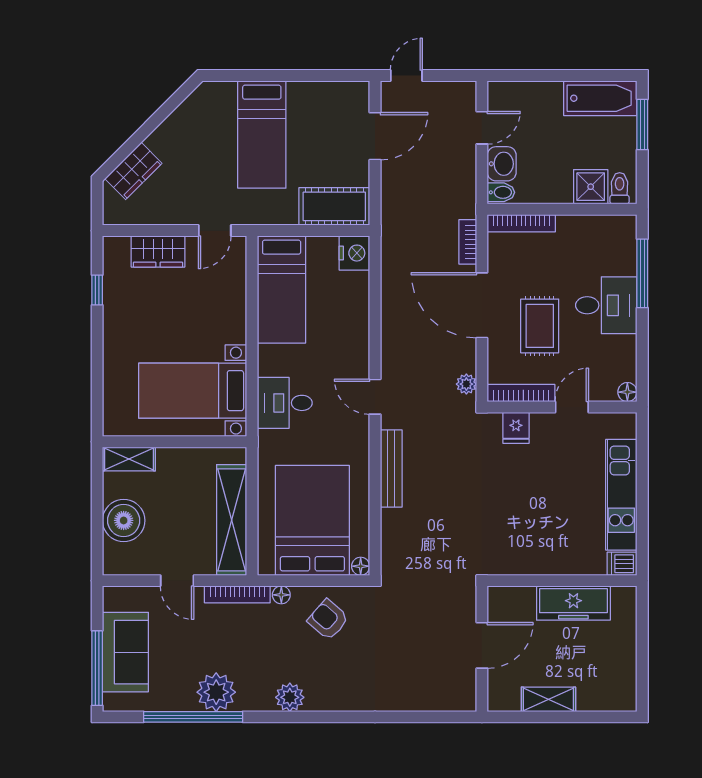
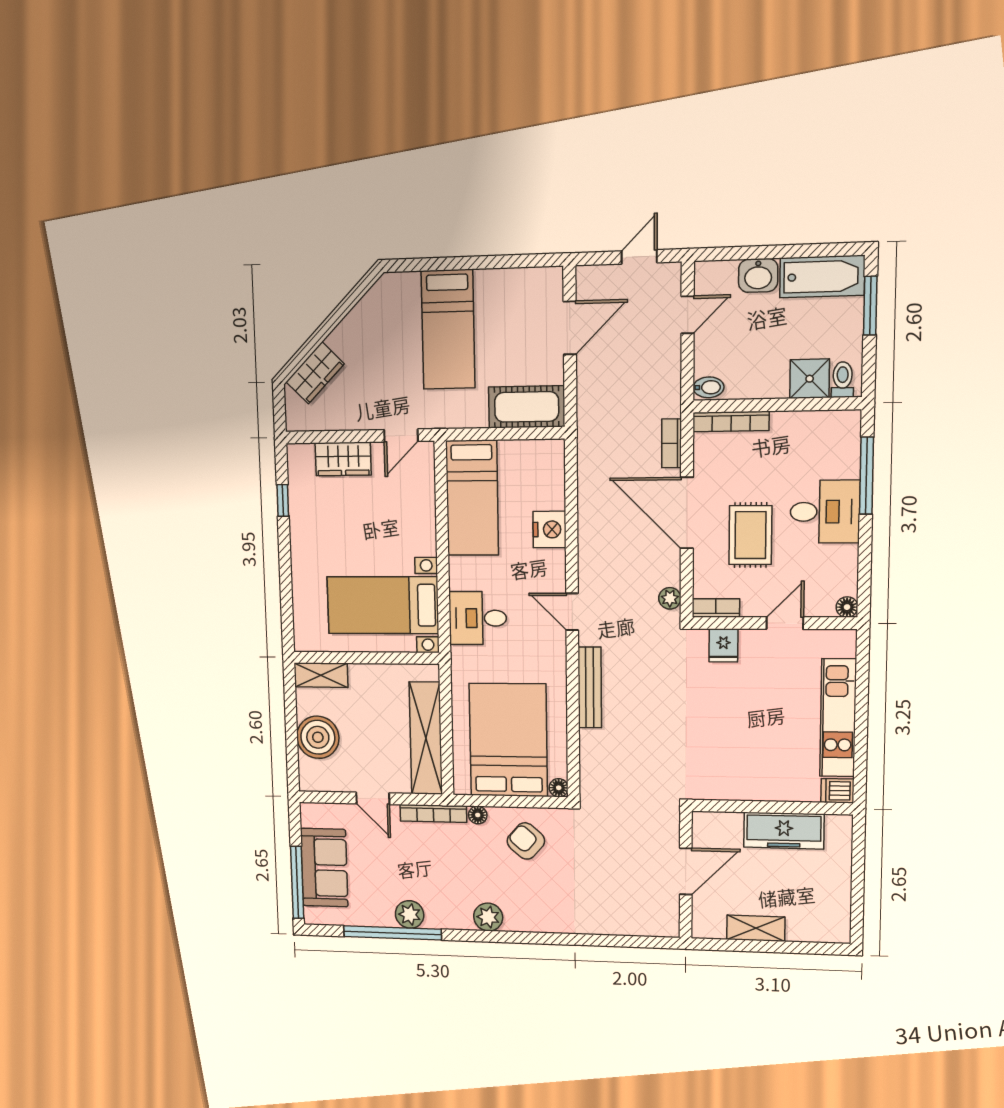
door: (406, 76) -> (639, 257), moved
washbasin: (502, 164) -> (758, 275), moved, turned 90
nightstand: (354, 253) -> (549, 529), moved
bookcase: (521, 393) -> (716, 608), width x0.64
plant: (216, 692) -> (410, 914), width x0.73, depth x0.73

